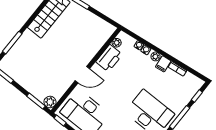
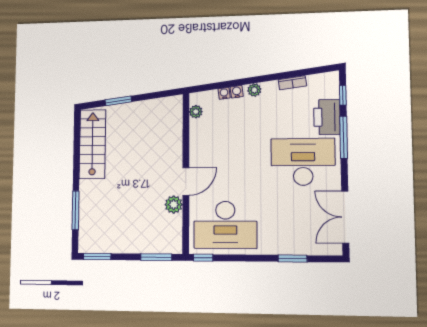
printer: (109, 58) -> (327, 117), moved, turned 180
filing cabinet: (163, 64) -> (271, 91), removed
plant: (50, 102) -> (174, 205), moved

